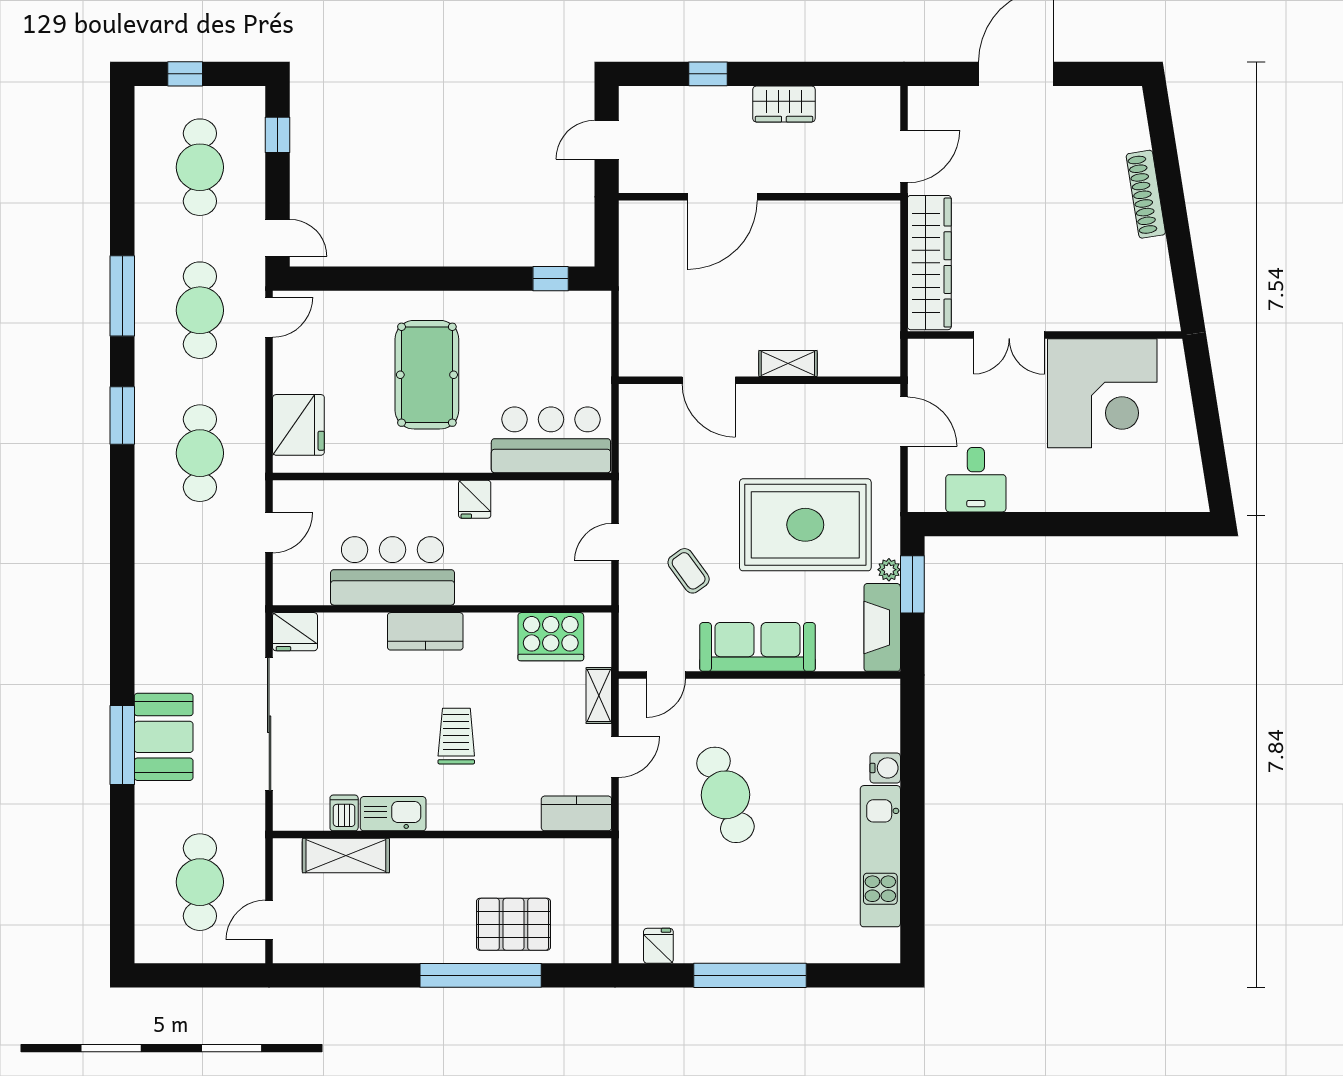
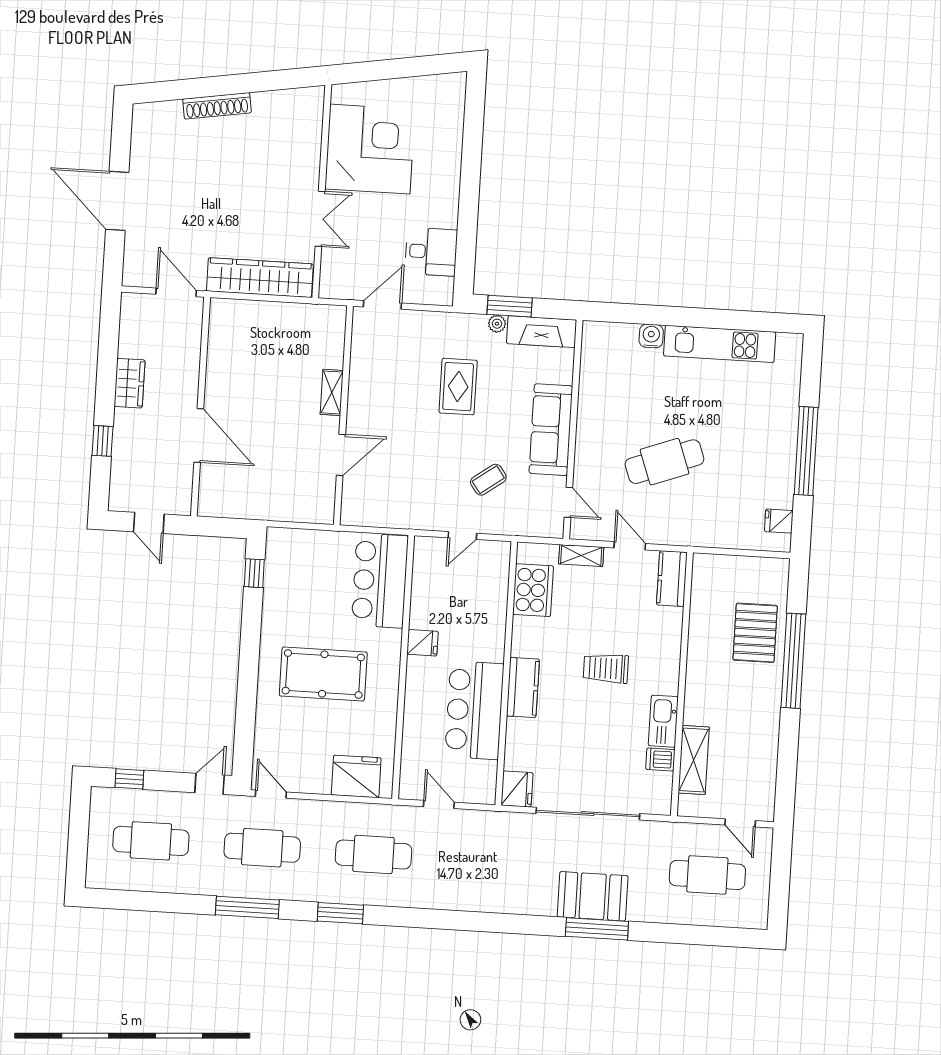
window: (185, 74) -> (78, 848), removed
rug: (805, 525) -> (458, 387), width x0.54, depth x0.49
door: (615, 542) -> (462, 536), hinge flipped

